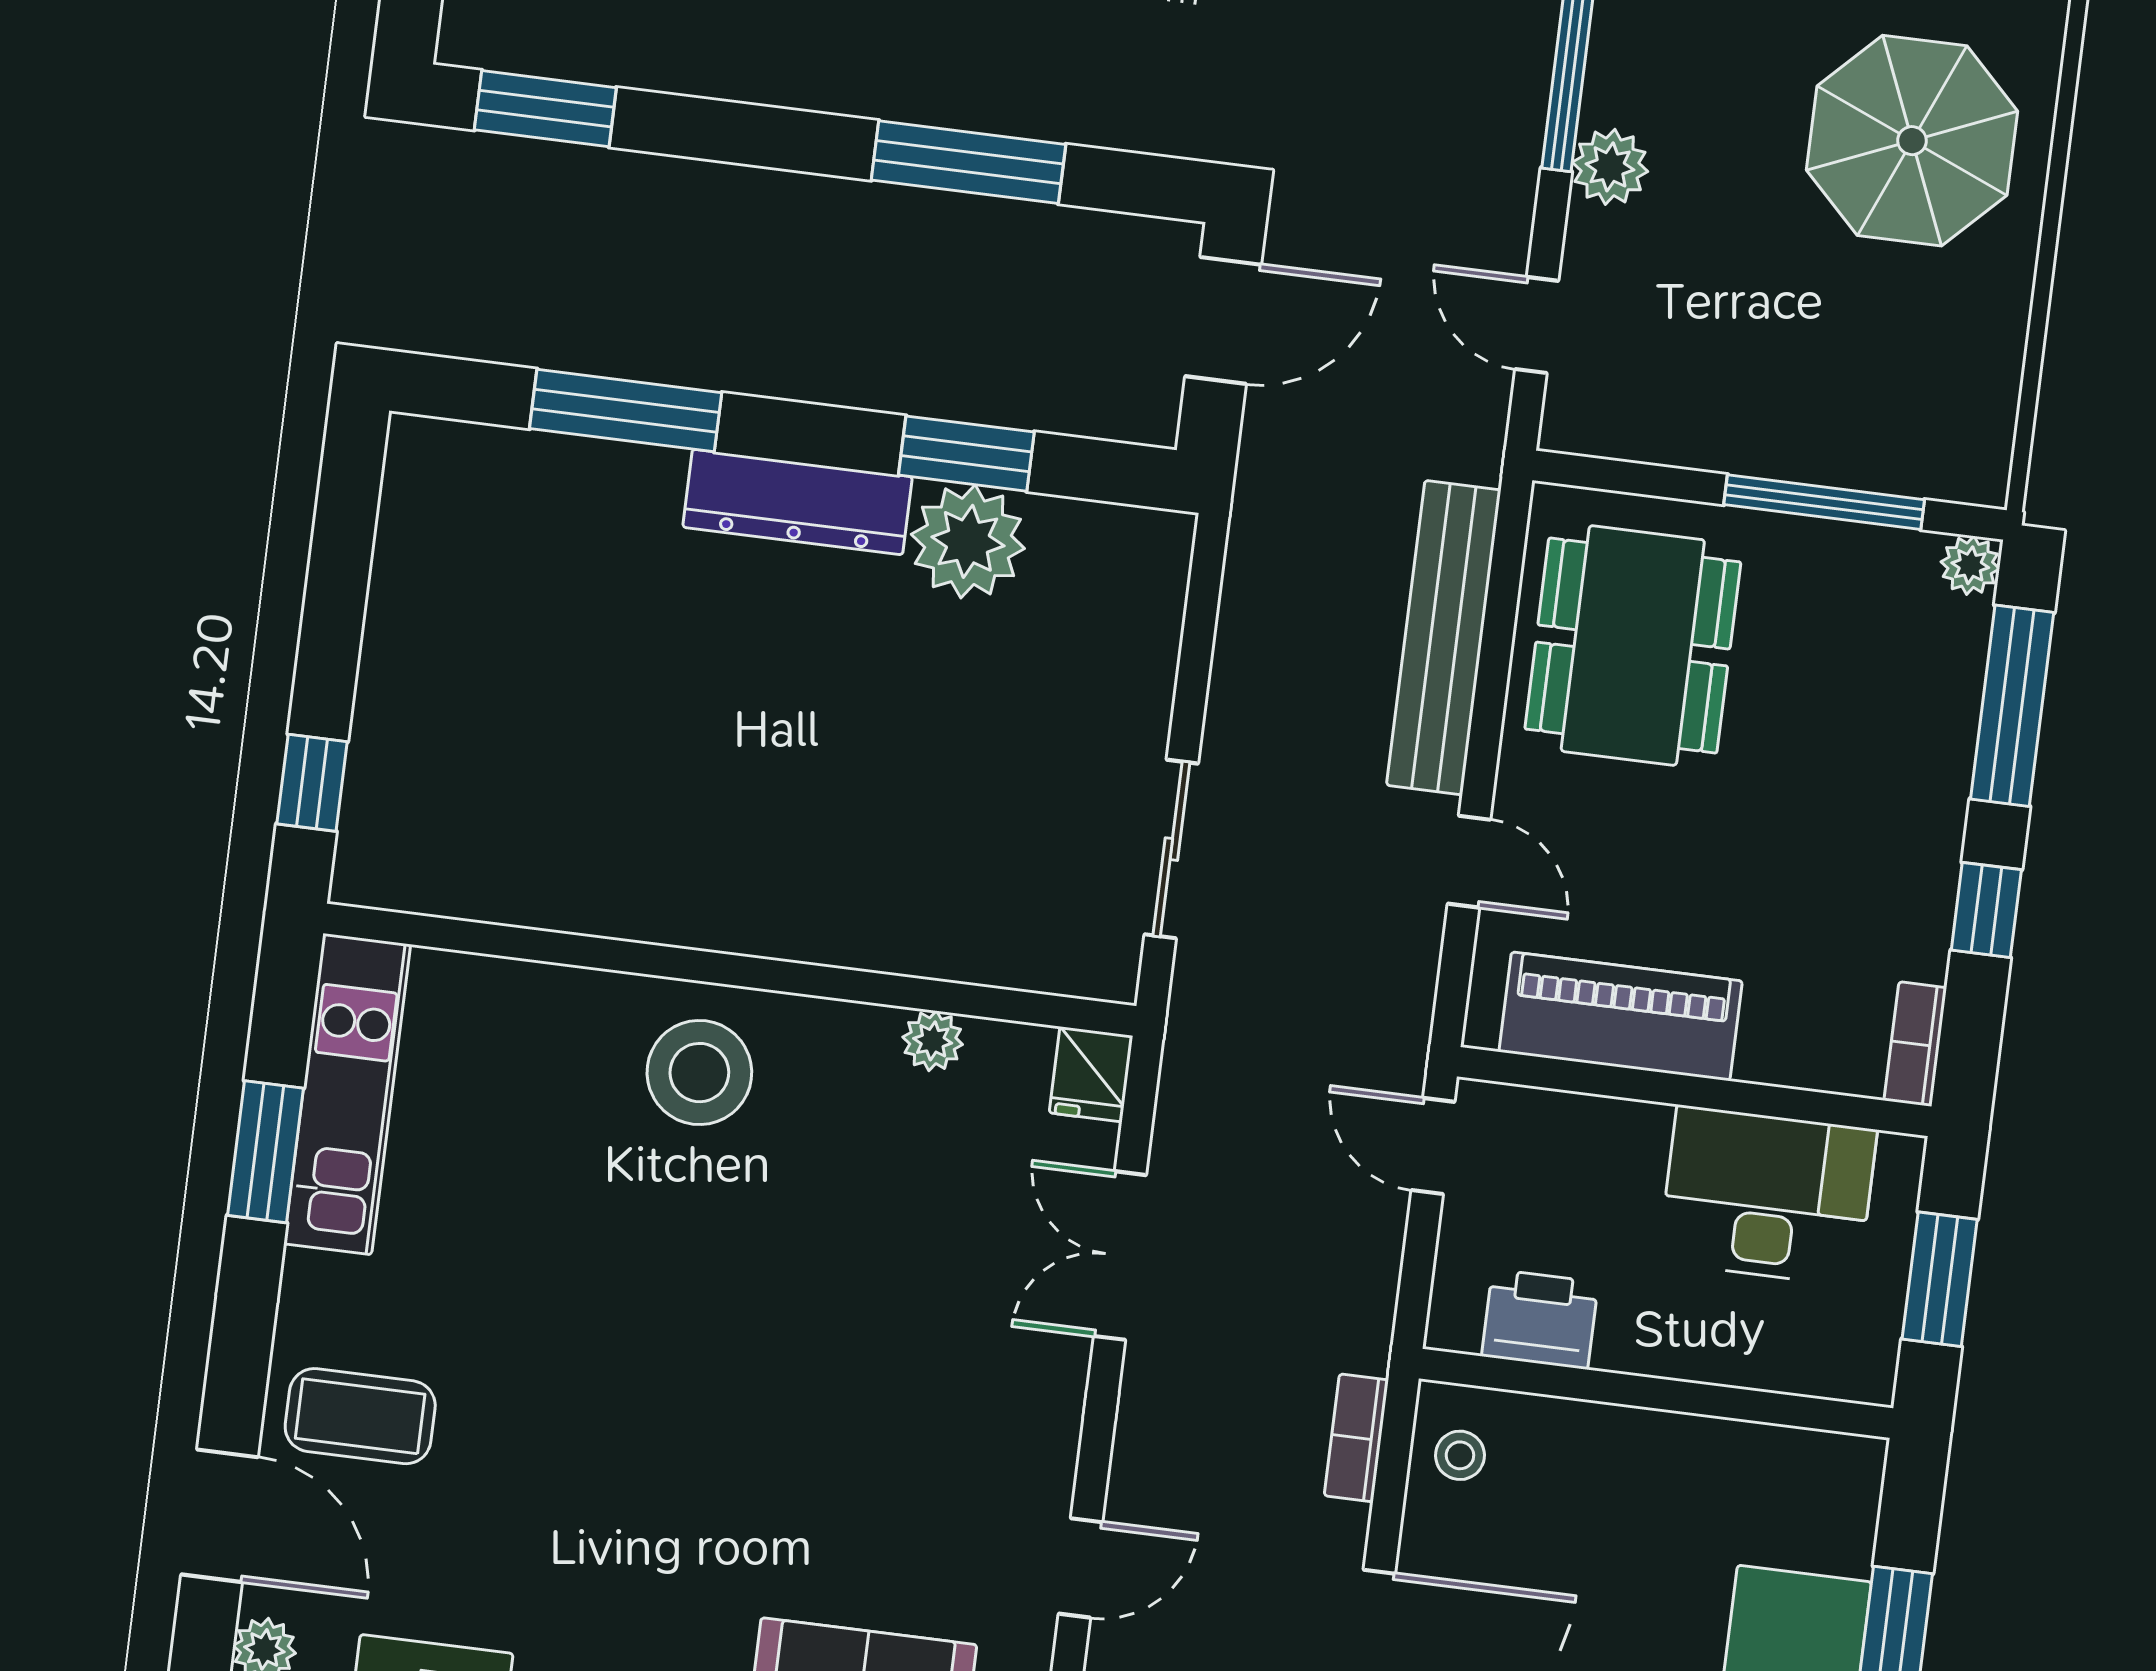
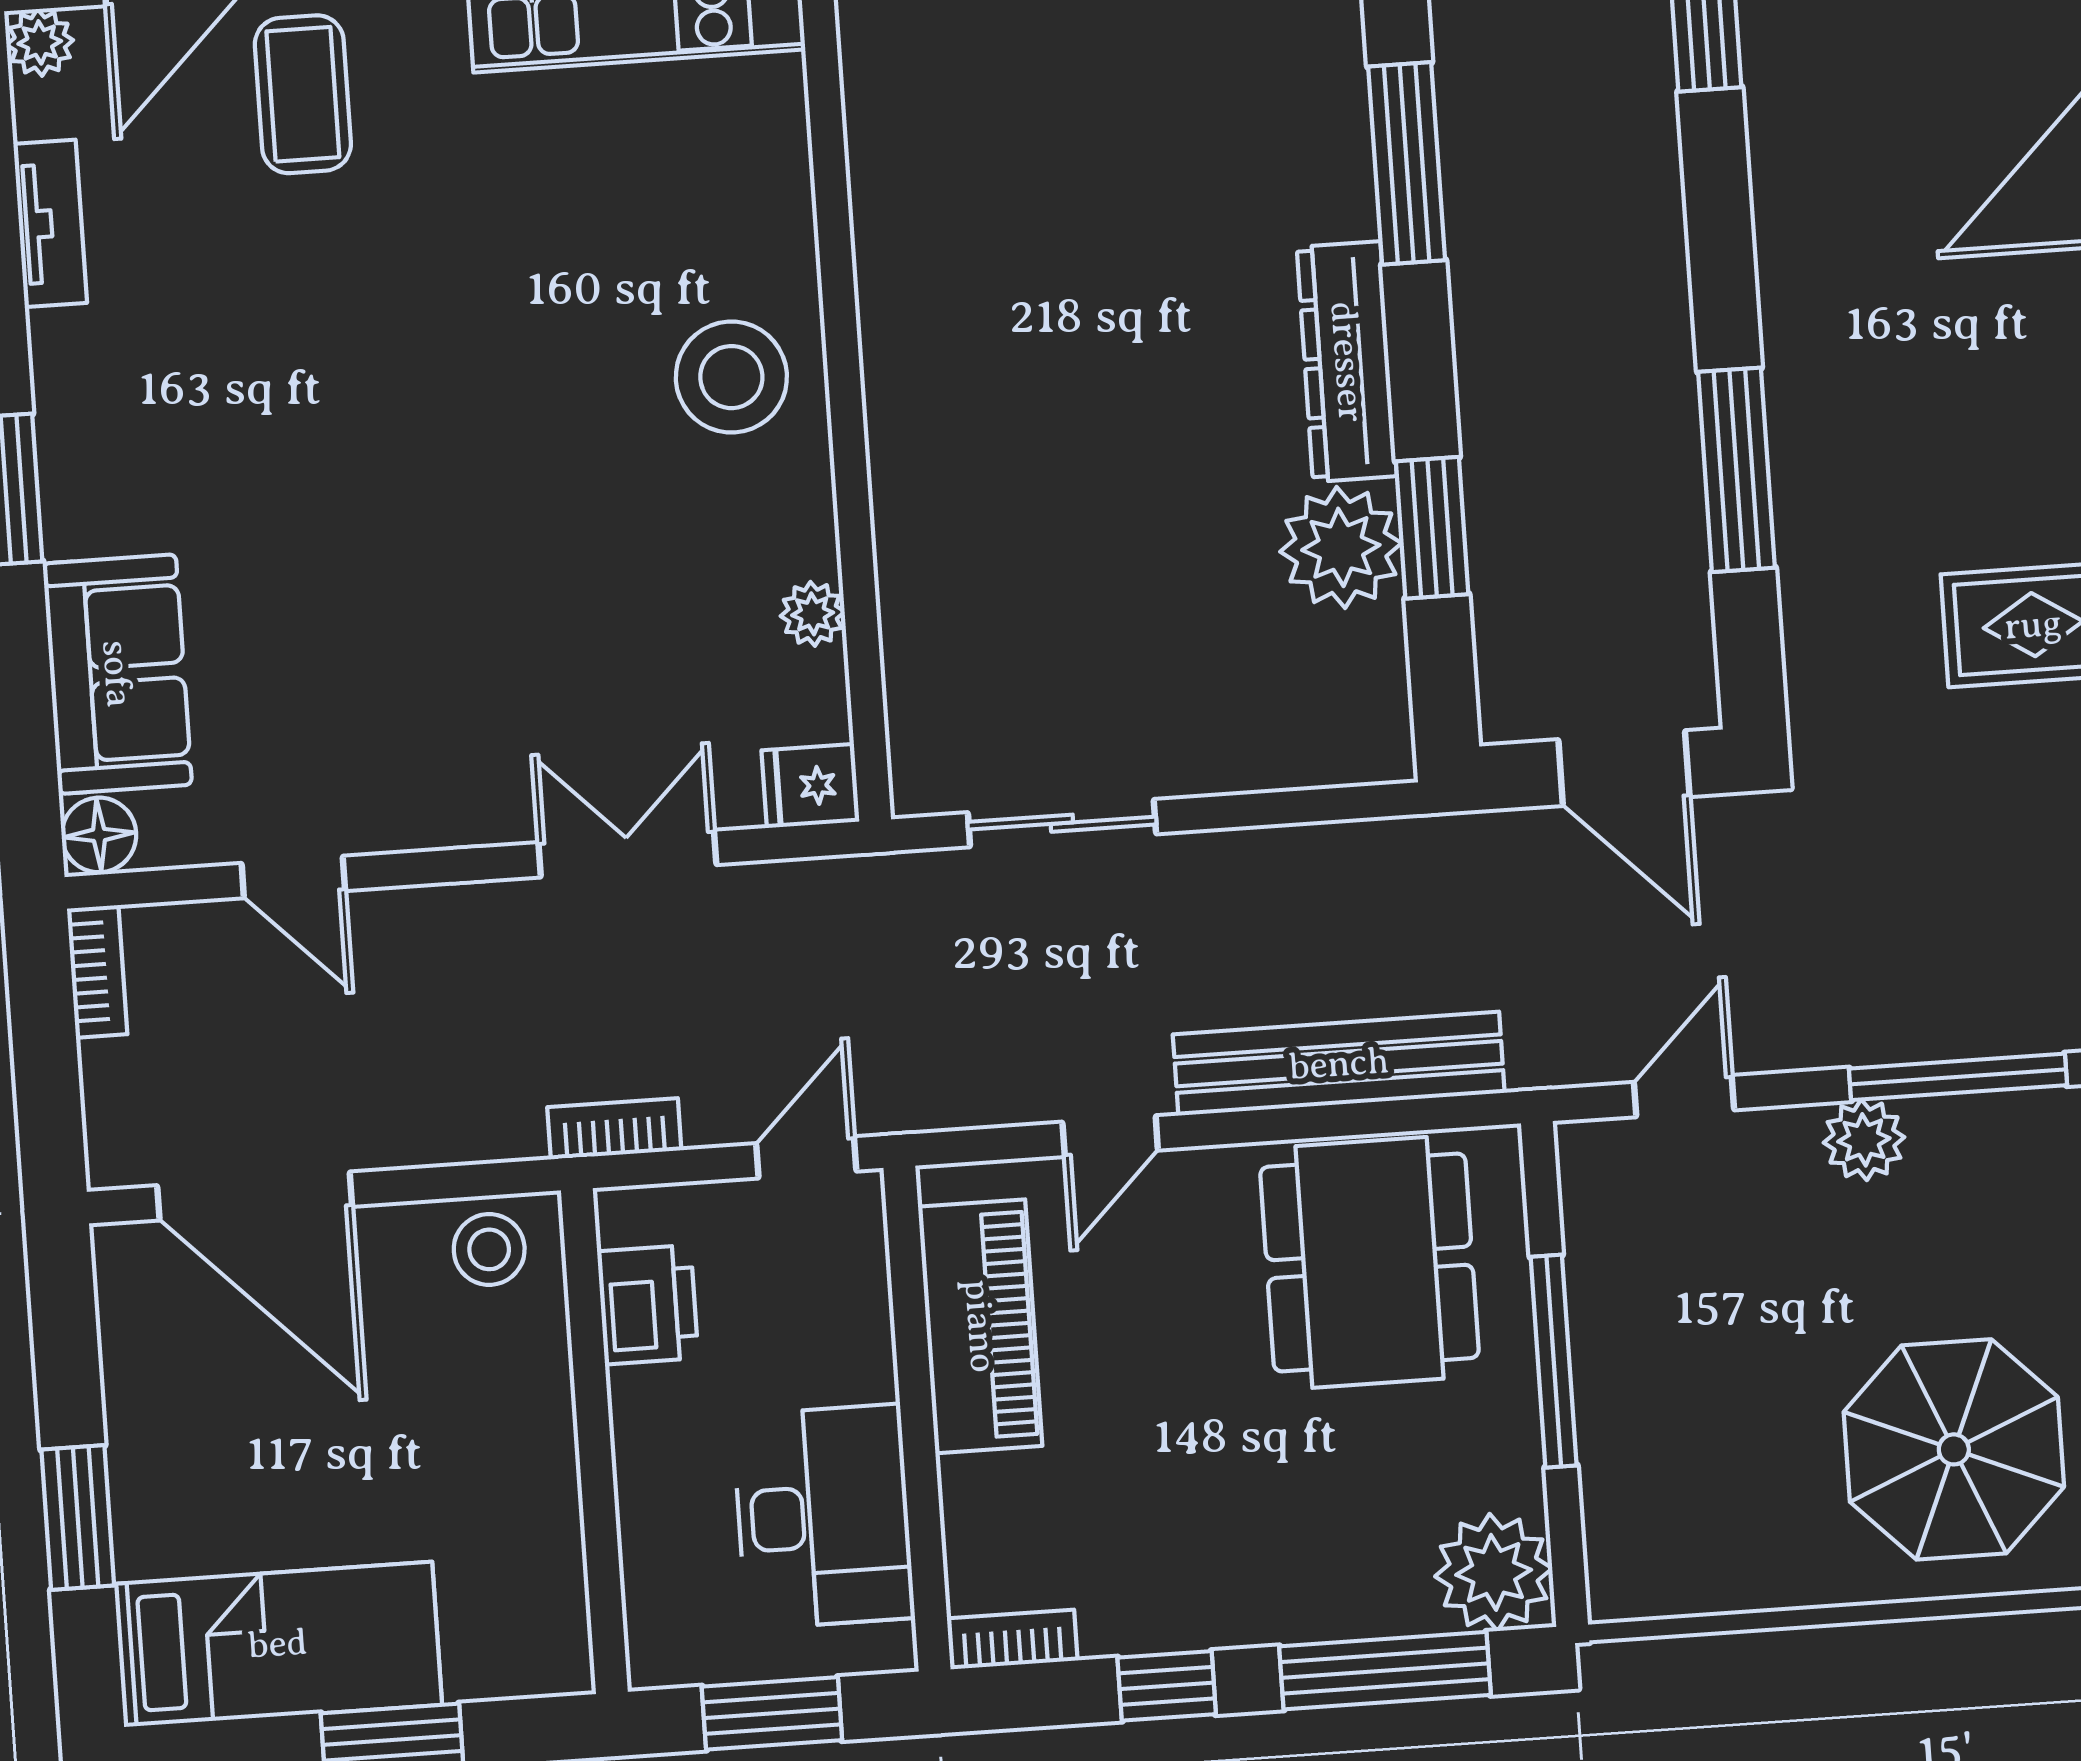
window: (1824, 502) -> (1554, 1361), moved
plant: (1970, 565) -> (1494, 1572), width x1.87, depth x1.87
dining table: (1633, 646) -> (1370, 1262), turned 90
bookcase: (1356, 1438) -> (614, 1129), moved
stool: (1460, 1455) -> (489, 1249), width x1.37, depth x1.37

